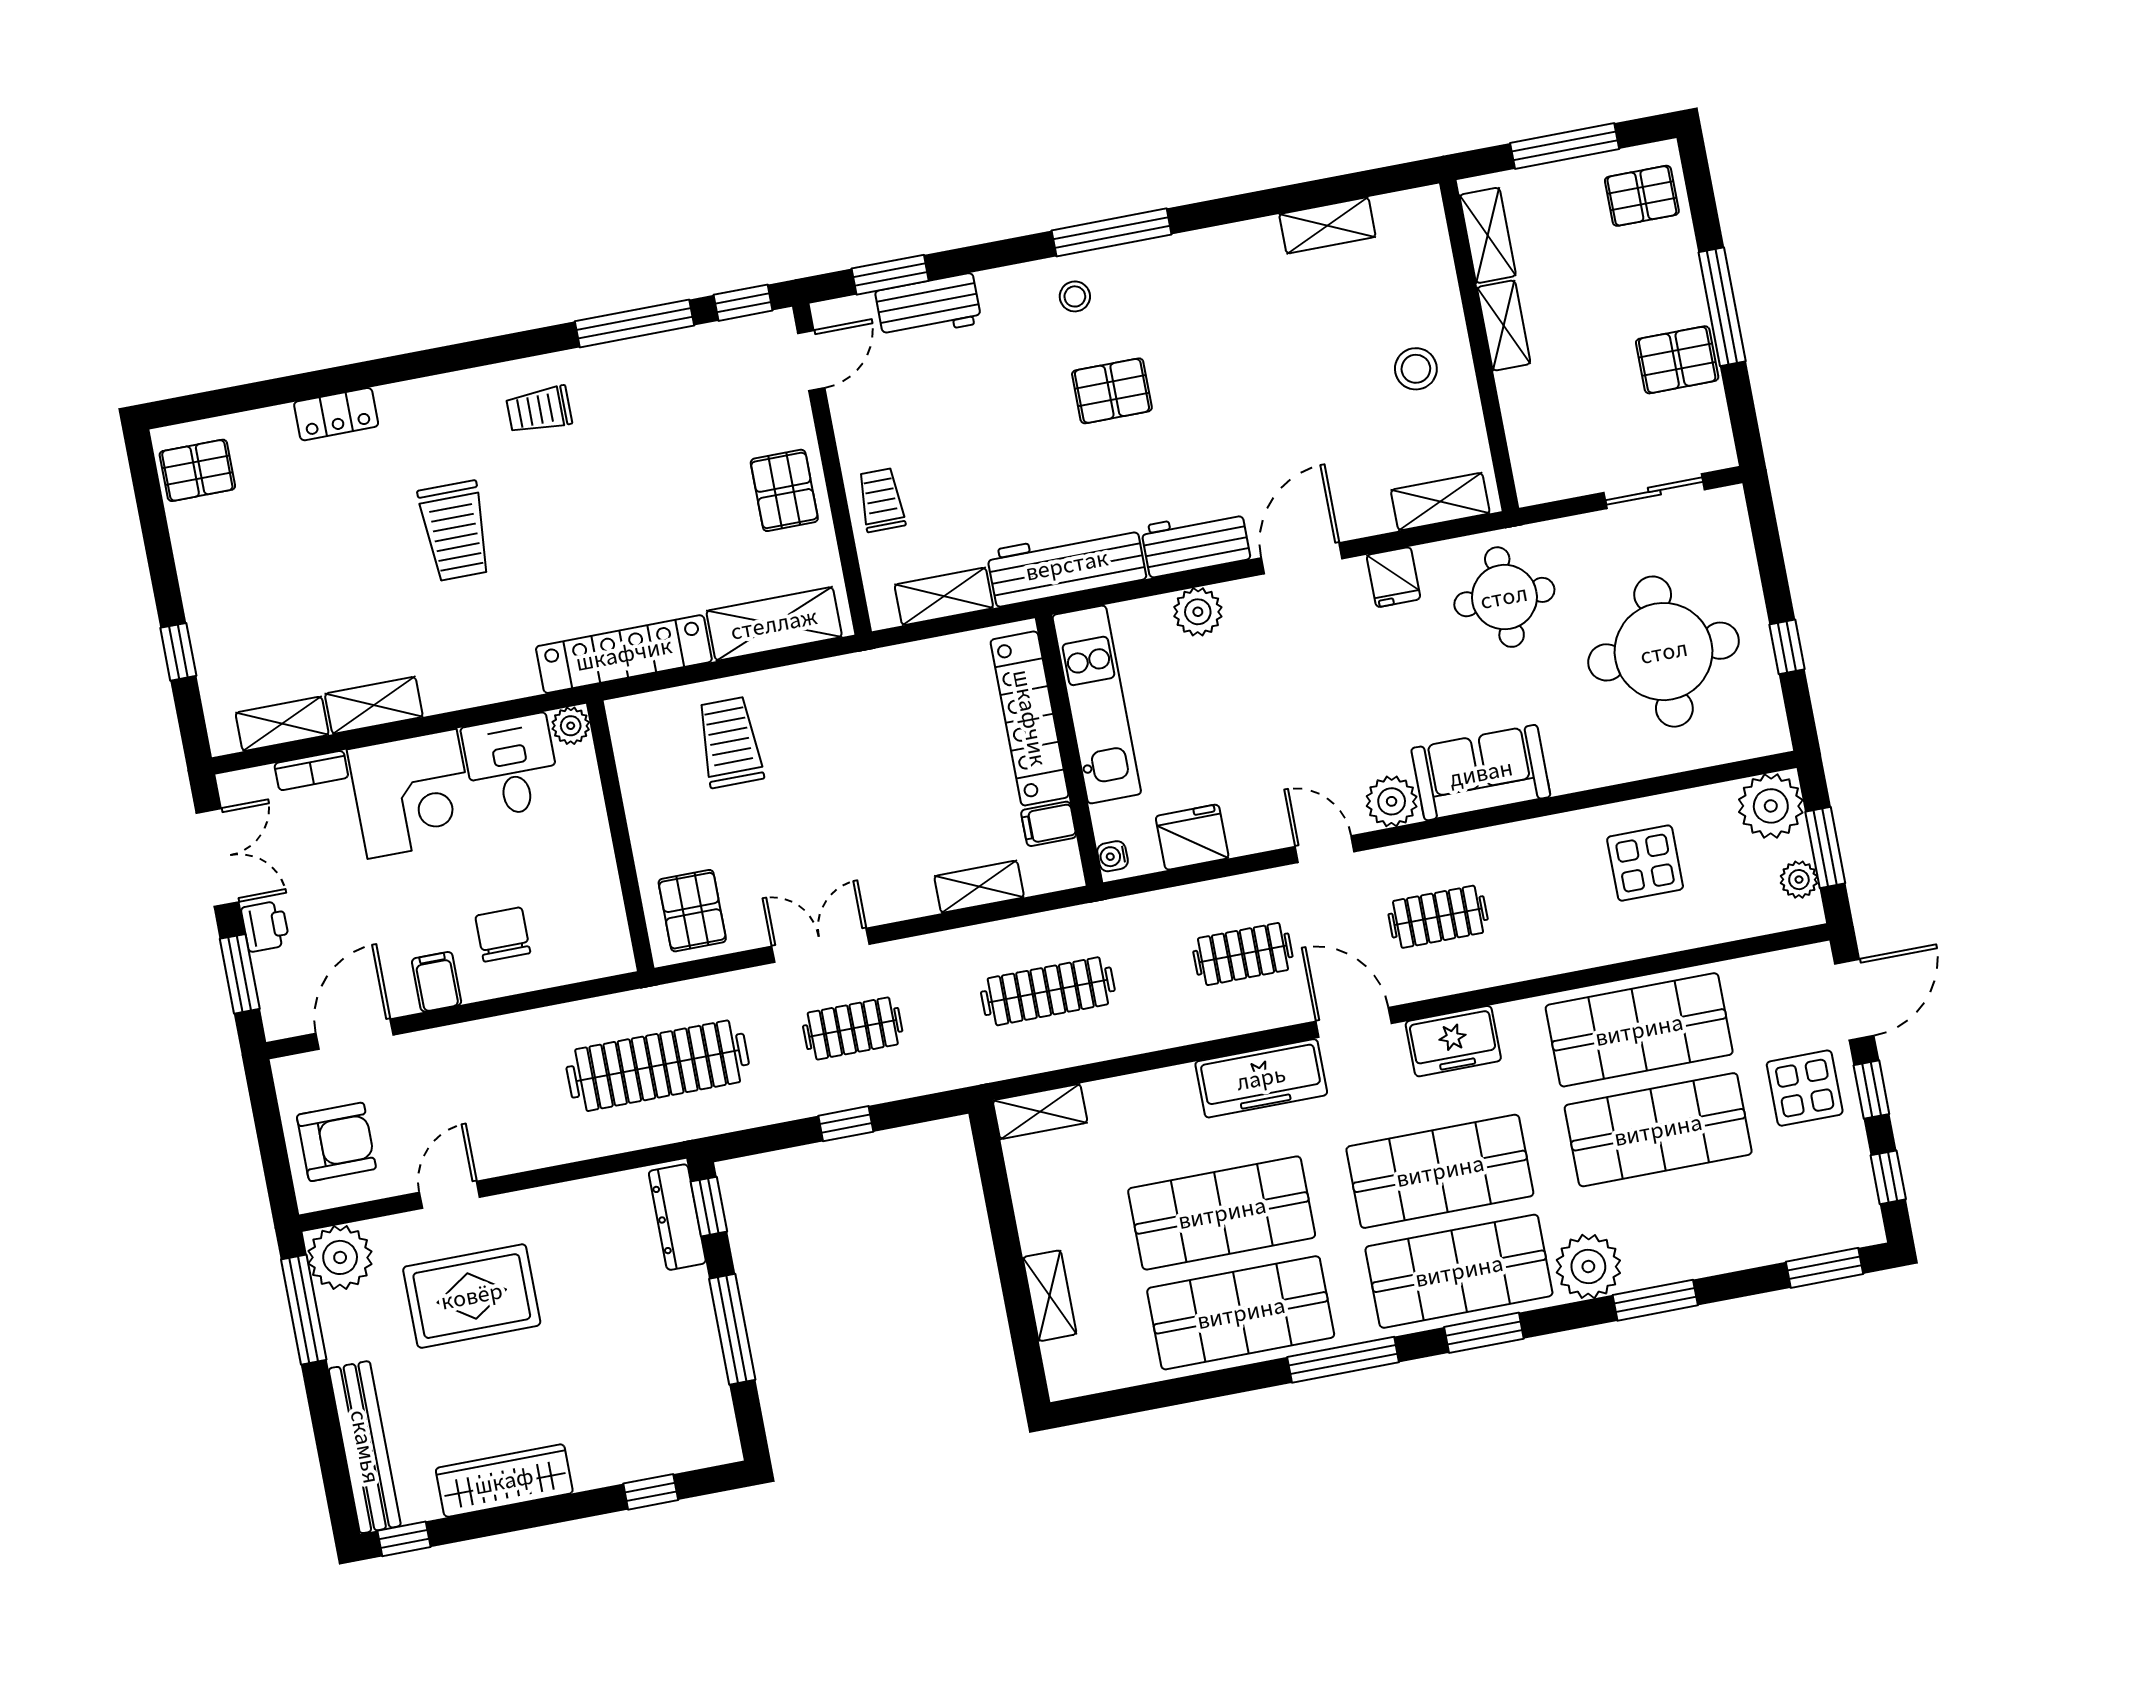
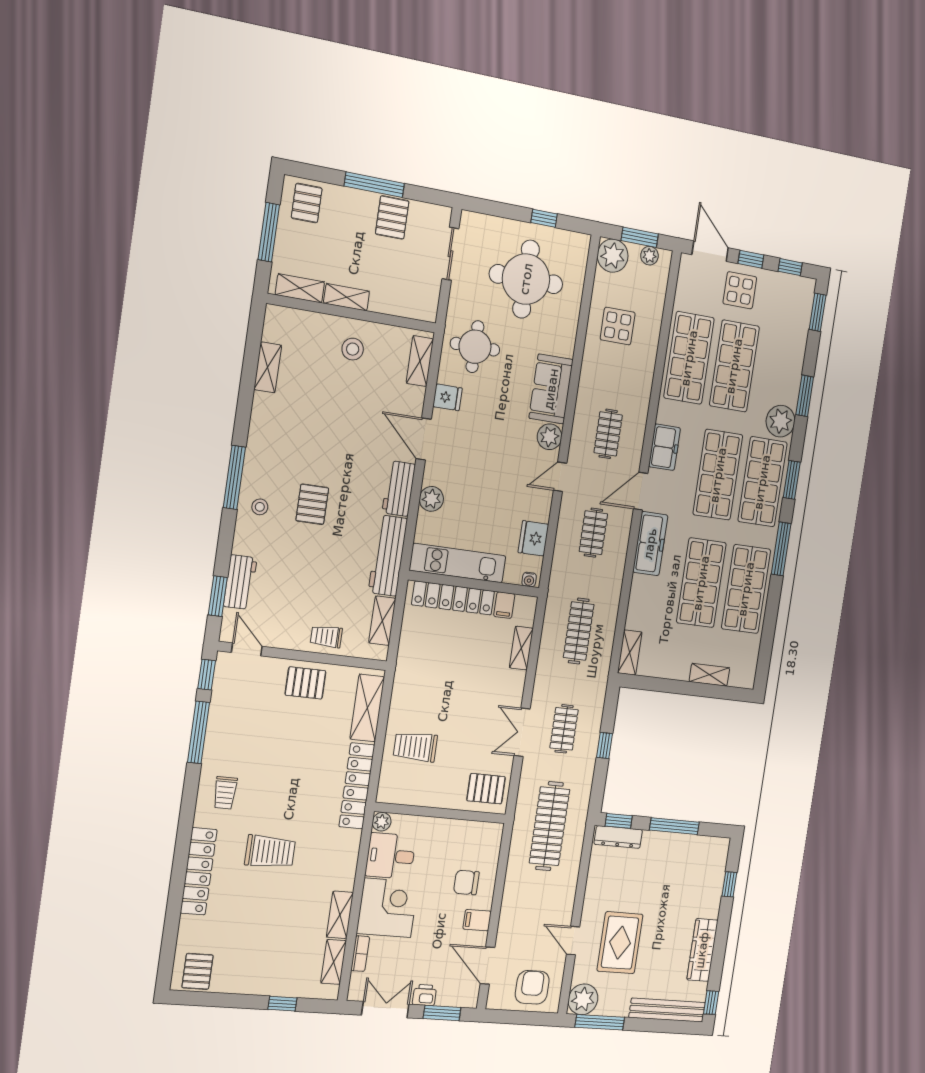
locker: (336, 414) -> (199, 871), width x2.16, depth x1.21

